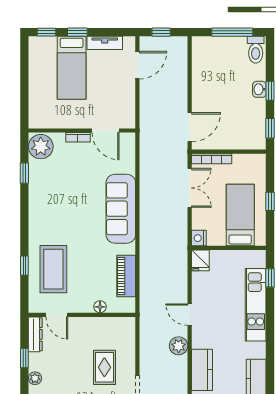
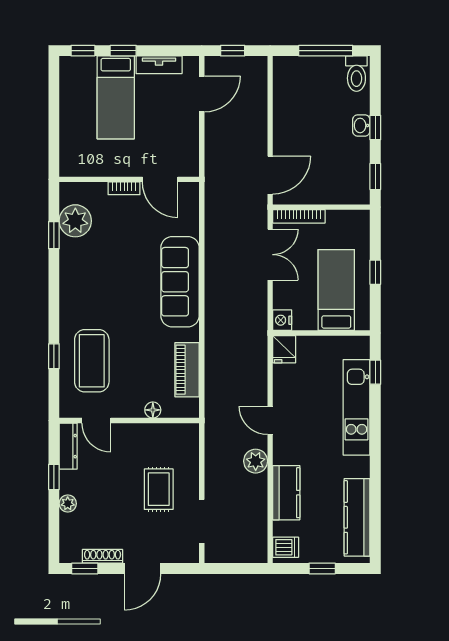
plant: (41, 147) -> (75, 221), moved

